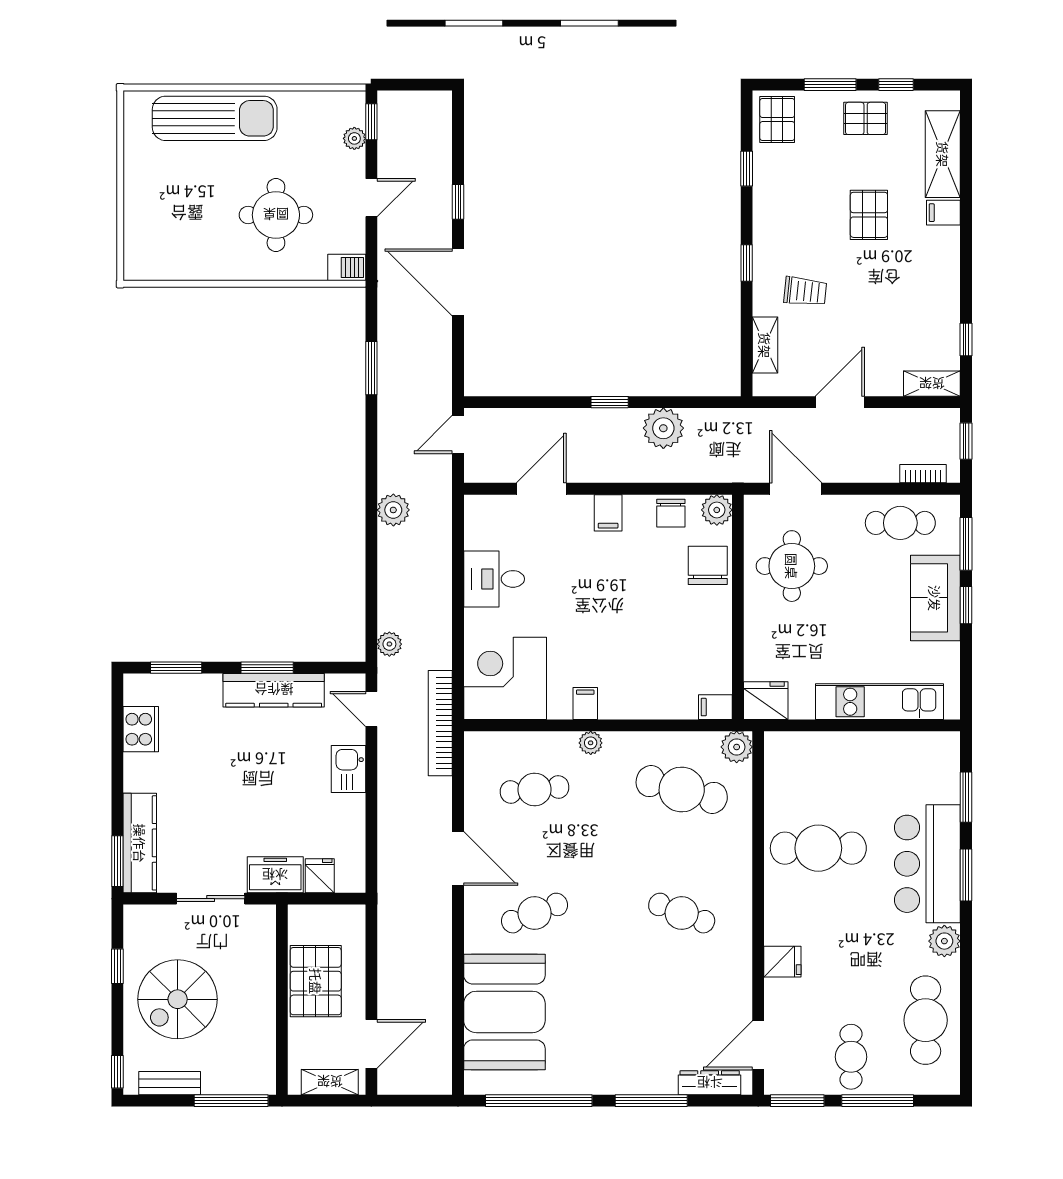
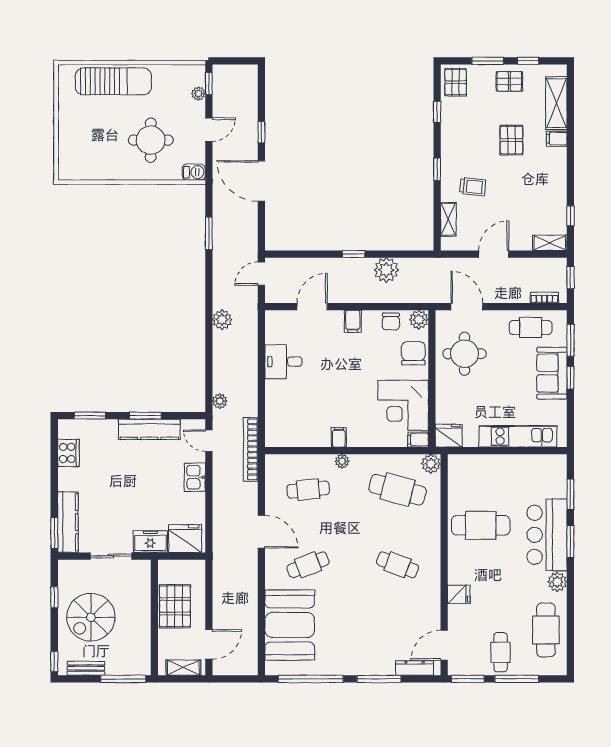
corner desk: (505, 678) -> (403, 405), moved, turned -90
fridge: (320, 876) -> (185, 539), width x1.88, depth x1.34

